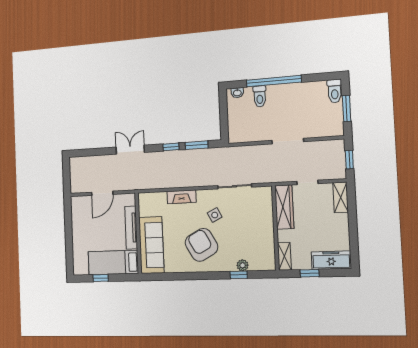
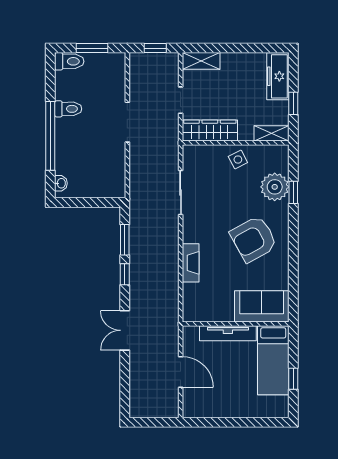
toilet: (260, 96) -> (68, 109), moved
side table: (215, 215) -> (238, 160), moved
sofa: (151, 245) -> (262, 306), width x0.73
plant: (243, 265) -> (275, 187), width x1.87, depth x1.87

